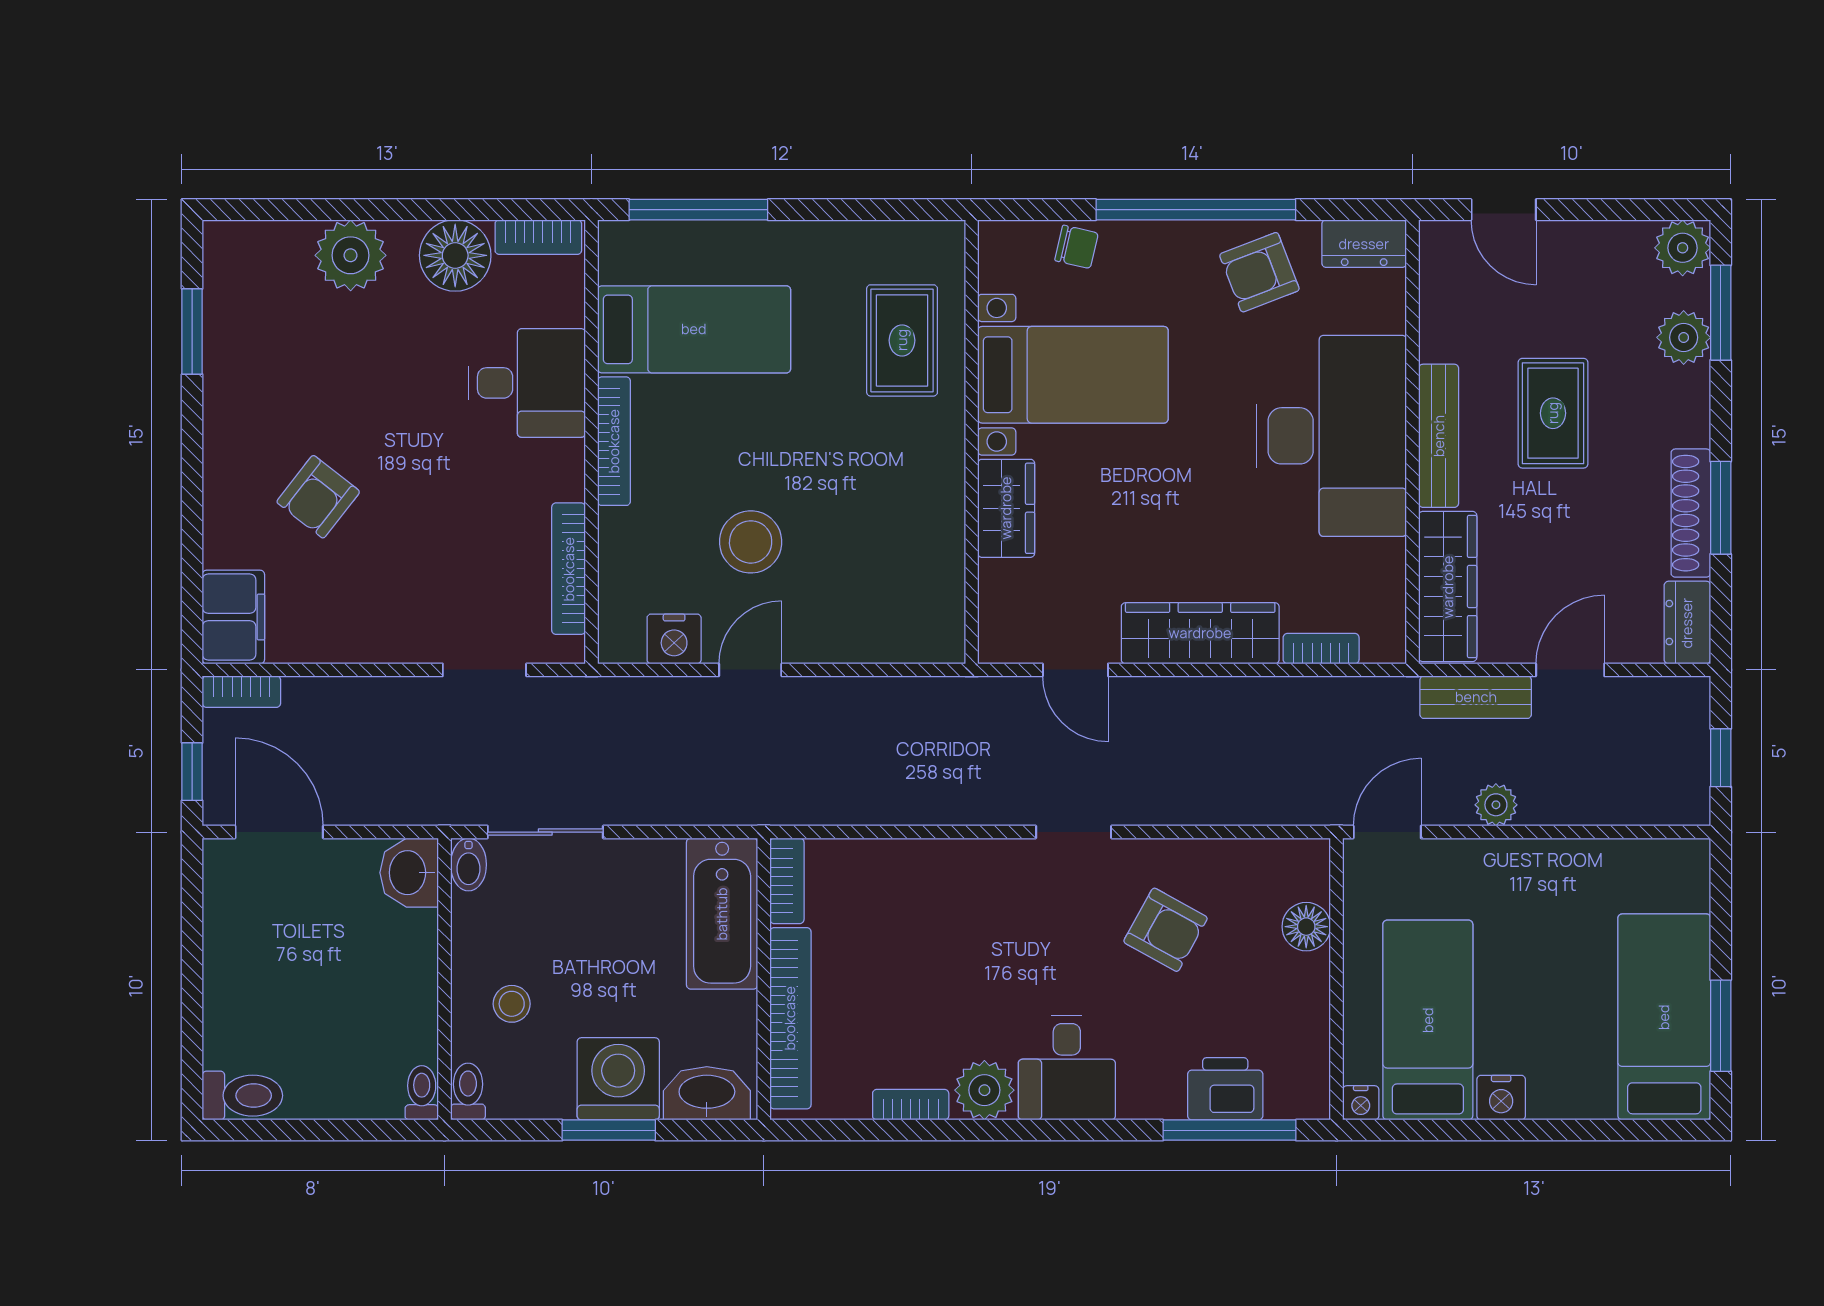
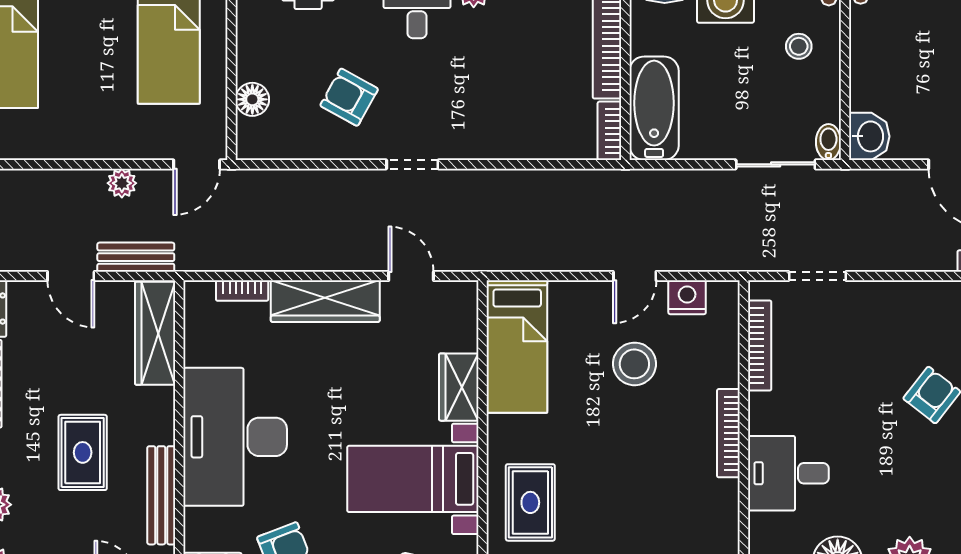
bed: (694, 329) -> (517, 347), moved, turned -90
bench: (1439, 436) -> (161, 495), moved
door: (1570, 670) -> (71, 276), hinge flipped

